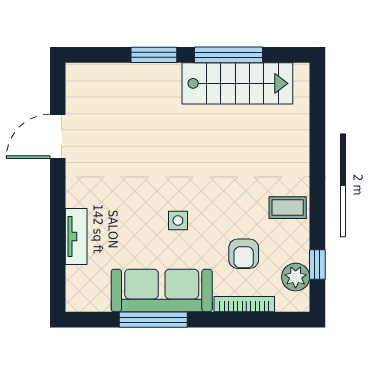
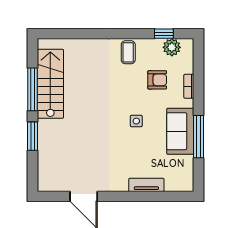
sofa: (162, 290) -> (180, 131), width x0.73
bookcase: (244, 304) -> (189, 86), width x0.64

